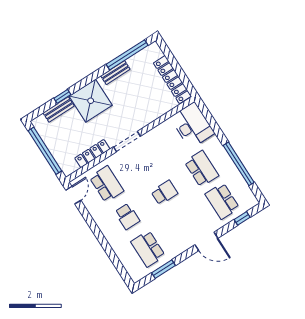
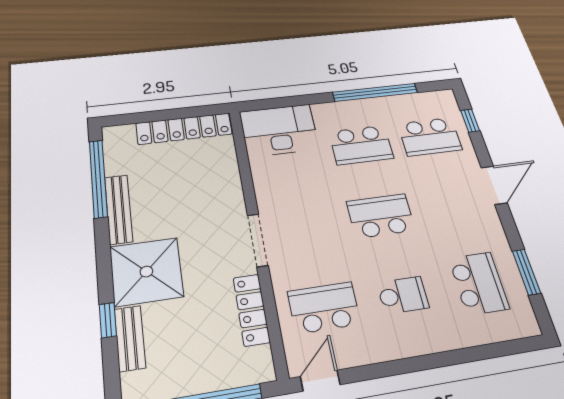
bench: (115, 73) -> (119, 209), width x1.36
school desk: (202, 169) -> (361, 145), turned 180
school desk: (164, 193) -> (381, 216), width x1.85
door: (73, 195) -> (320, 381), hinge flipped
school desk: (148, 249) -> (479, 283), turned -90

